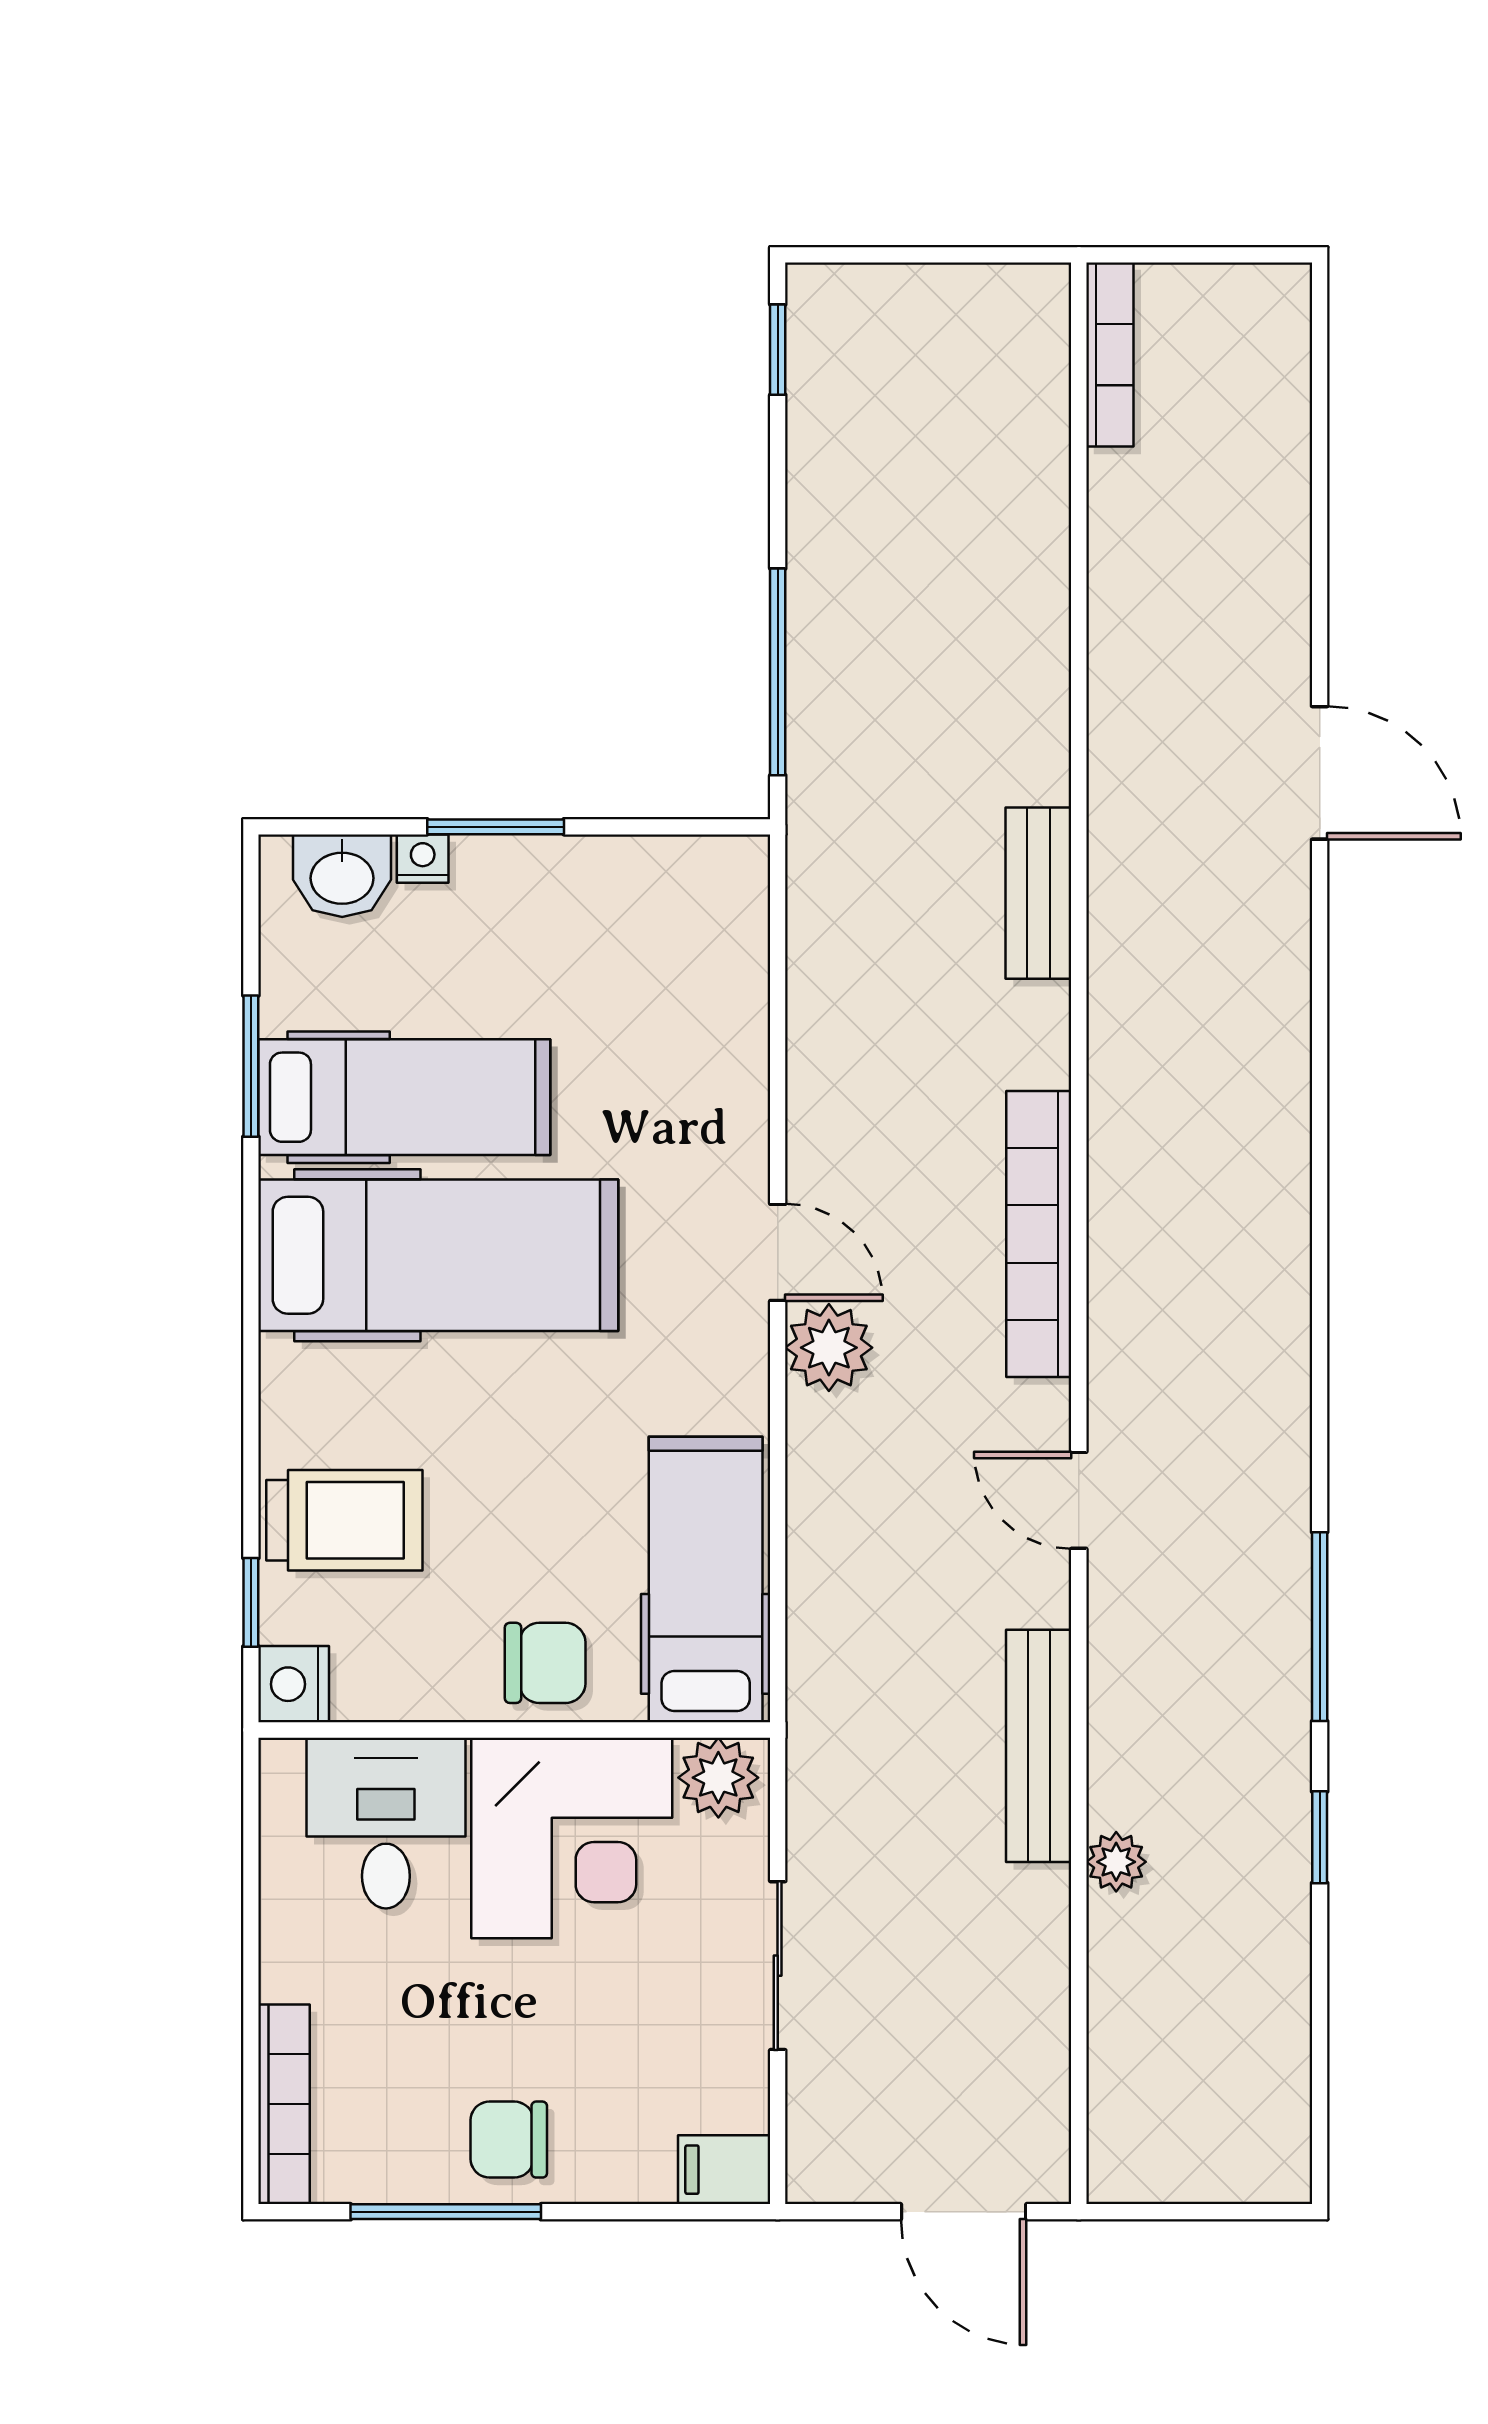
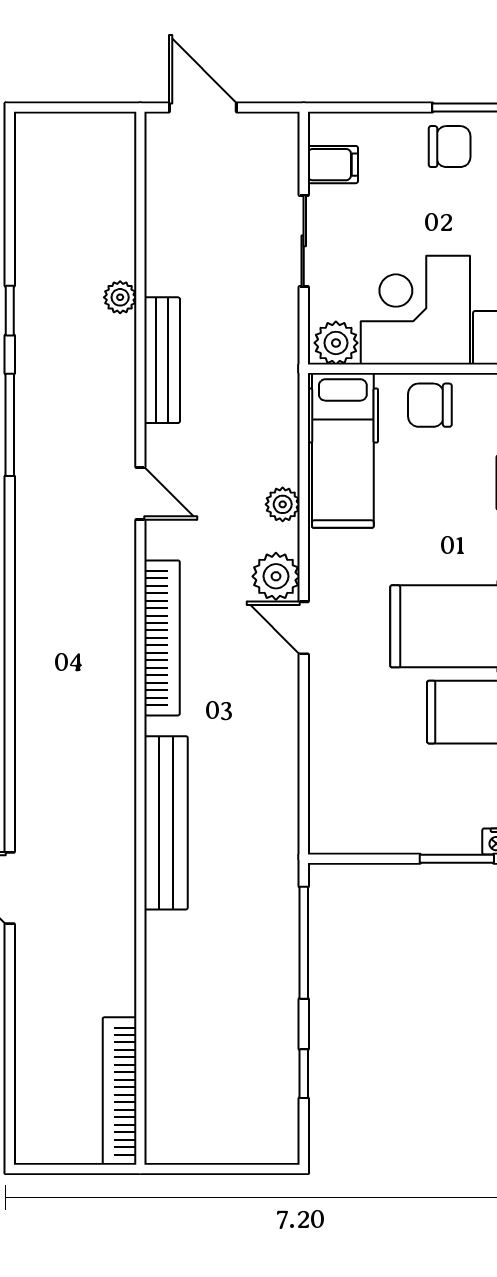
window: (778, 350) -> (304, 1074), moved
bookcase: (1110, 354) -> (120, 1091), width x1.48, depth x1.31
bench: (1038, 893) -> (166, 823), width x1.86, depth x1.21
plant: (817, 1480) -> (283, 504), added
filing cabinet: (724, 2170) -> (333, 165), moved

